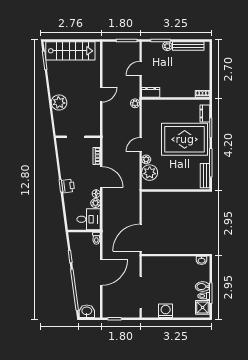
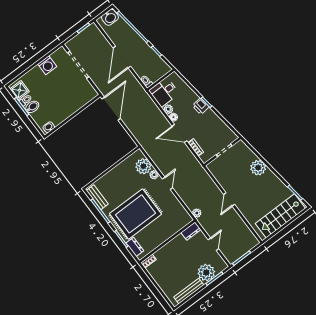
plant: (167, 46) -> (206, 273), width x1.87, depth x1.87

